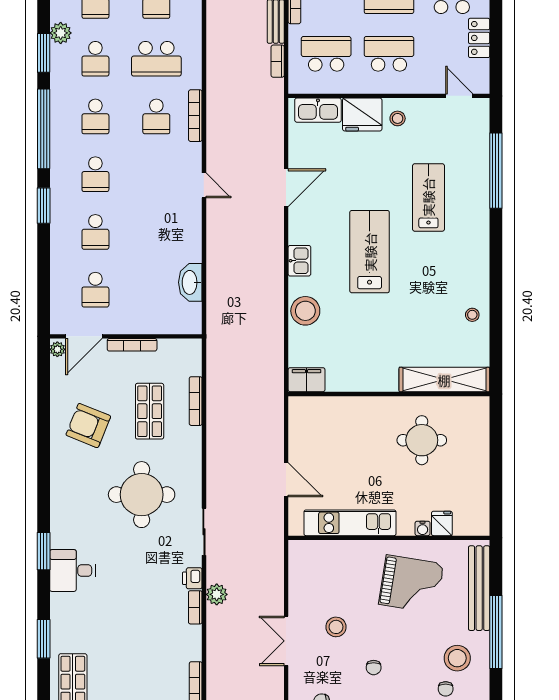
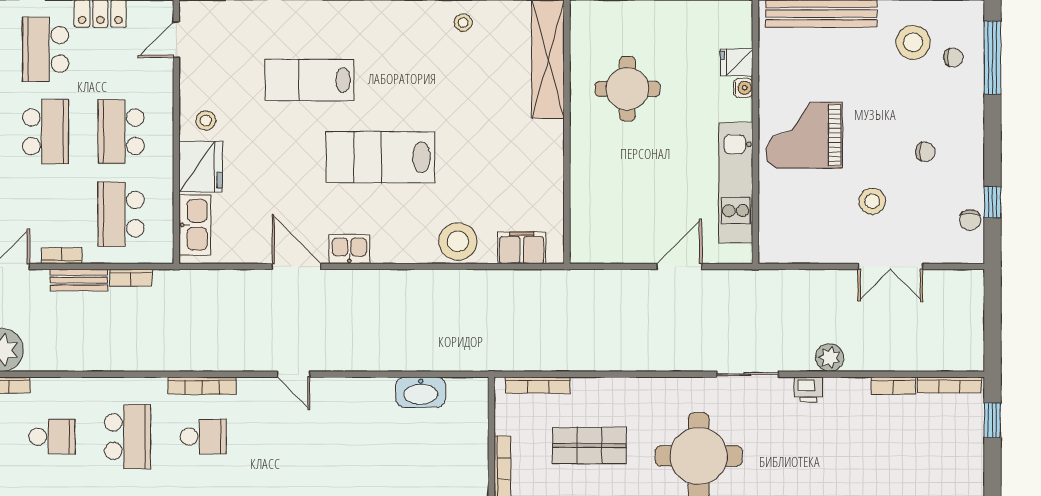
door: (204, 185) -> (294, 374), swing flipped
kitchen sink: (299, 261) -> (349, 249), moved
filing cabinet: (307, 380) -> (522, 248), moved, turned 90
bookcase: (196, 401) -> (538, 385), moved
grand piano: (411, 584) -> (804, 135), moved, turned -99
bookcase: (195, 607) -> (893, 386), moved

